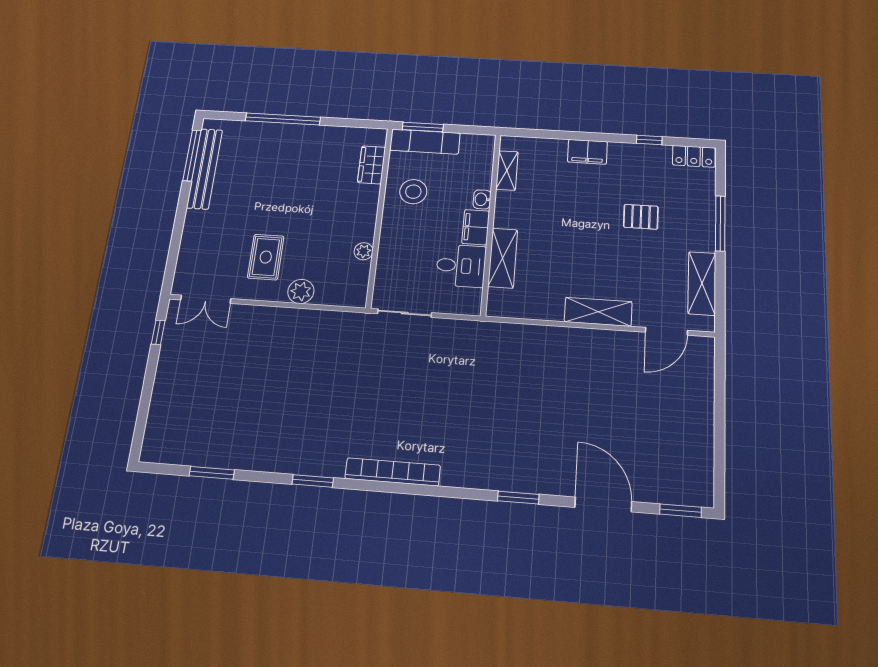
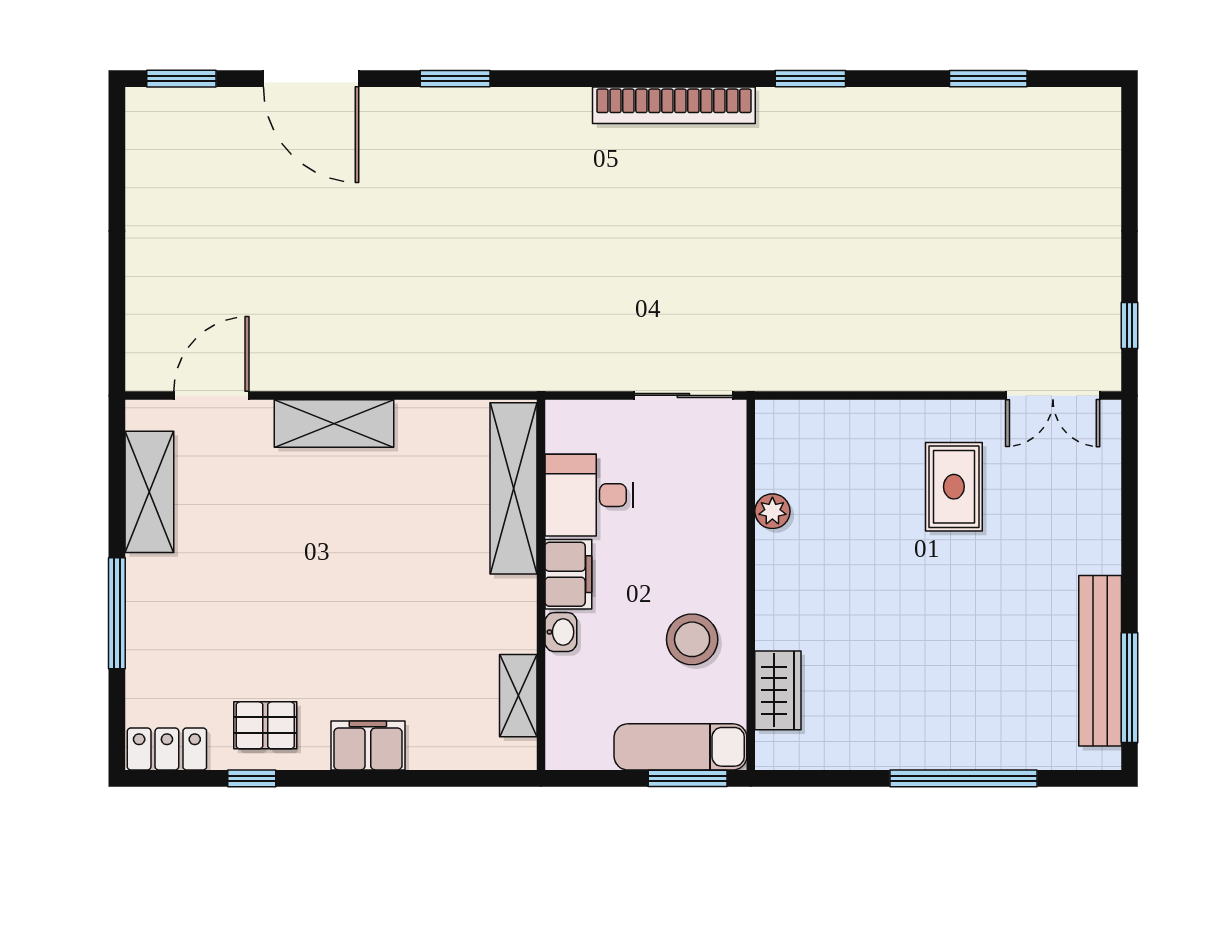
pallet: (641, 217) -> (265, 725), moved
shelving: (503, 258) -> (513, 488), width x1.47
plant: (301, 291) -> (879, 424), removed
double door: (206, 299) -> (1053, 395), swing flipped

